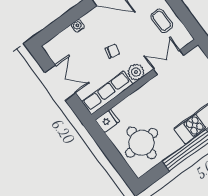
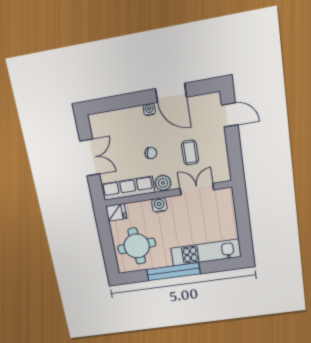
coffee table: (162, 21) -> (190, 152), moved
water cooler: (78, 26) -> (149, 109), moved
water cooler: (143, 94) -> (159, 205), added

